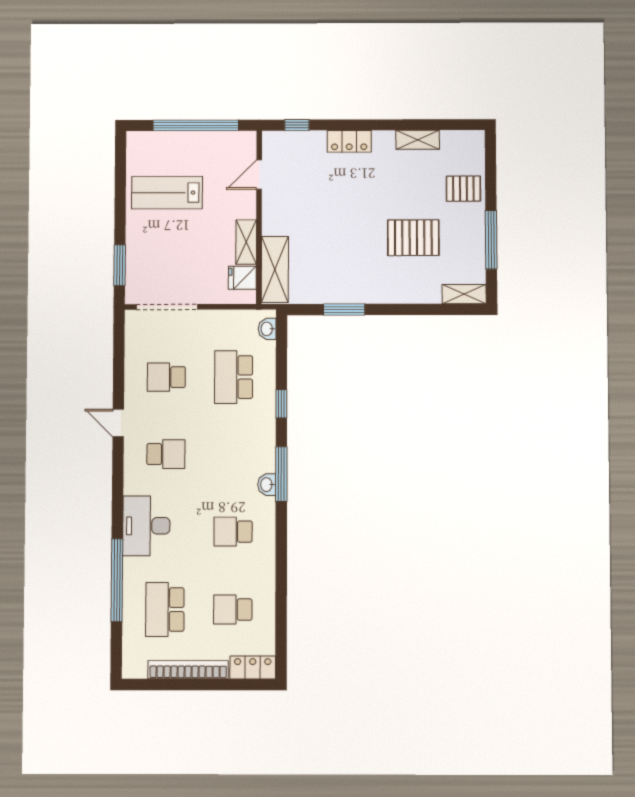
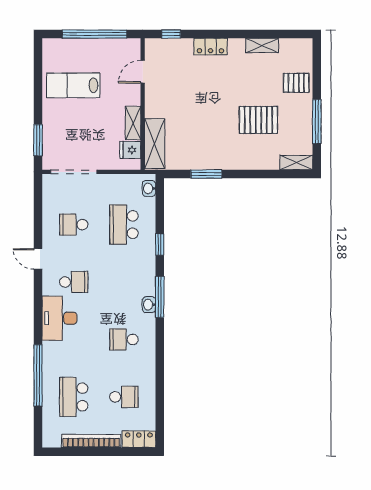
desk: (146, 526) -> (60, 318), moved
school desk: (233, 610) -> (124, 397), turned 180

